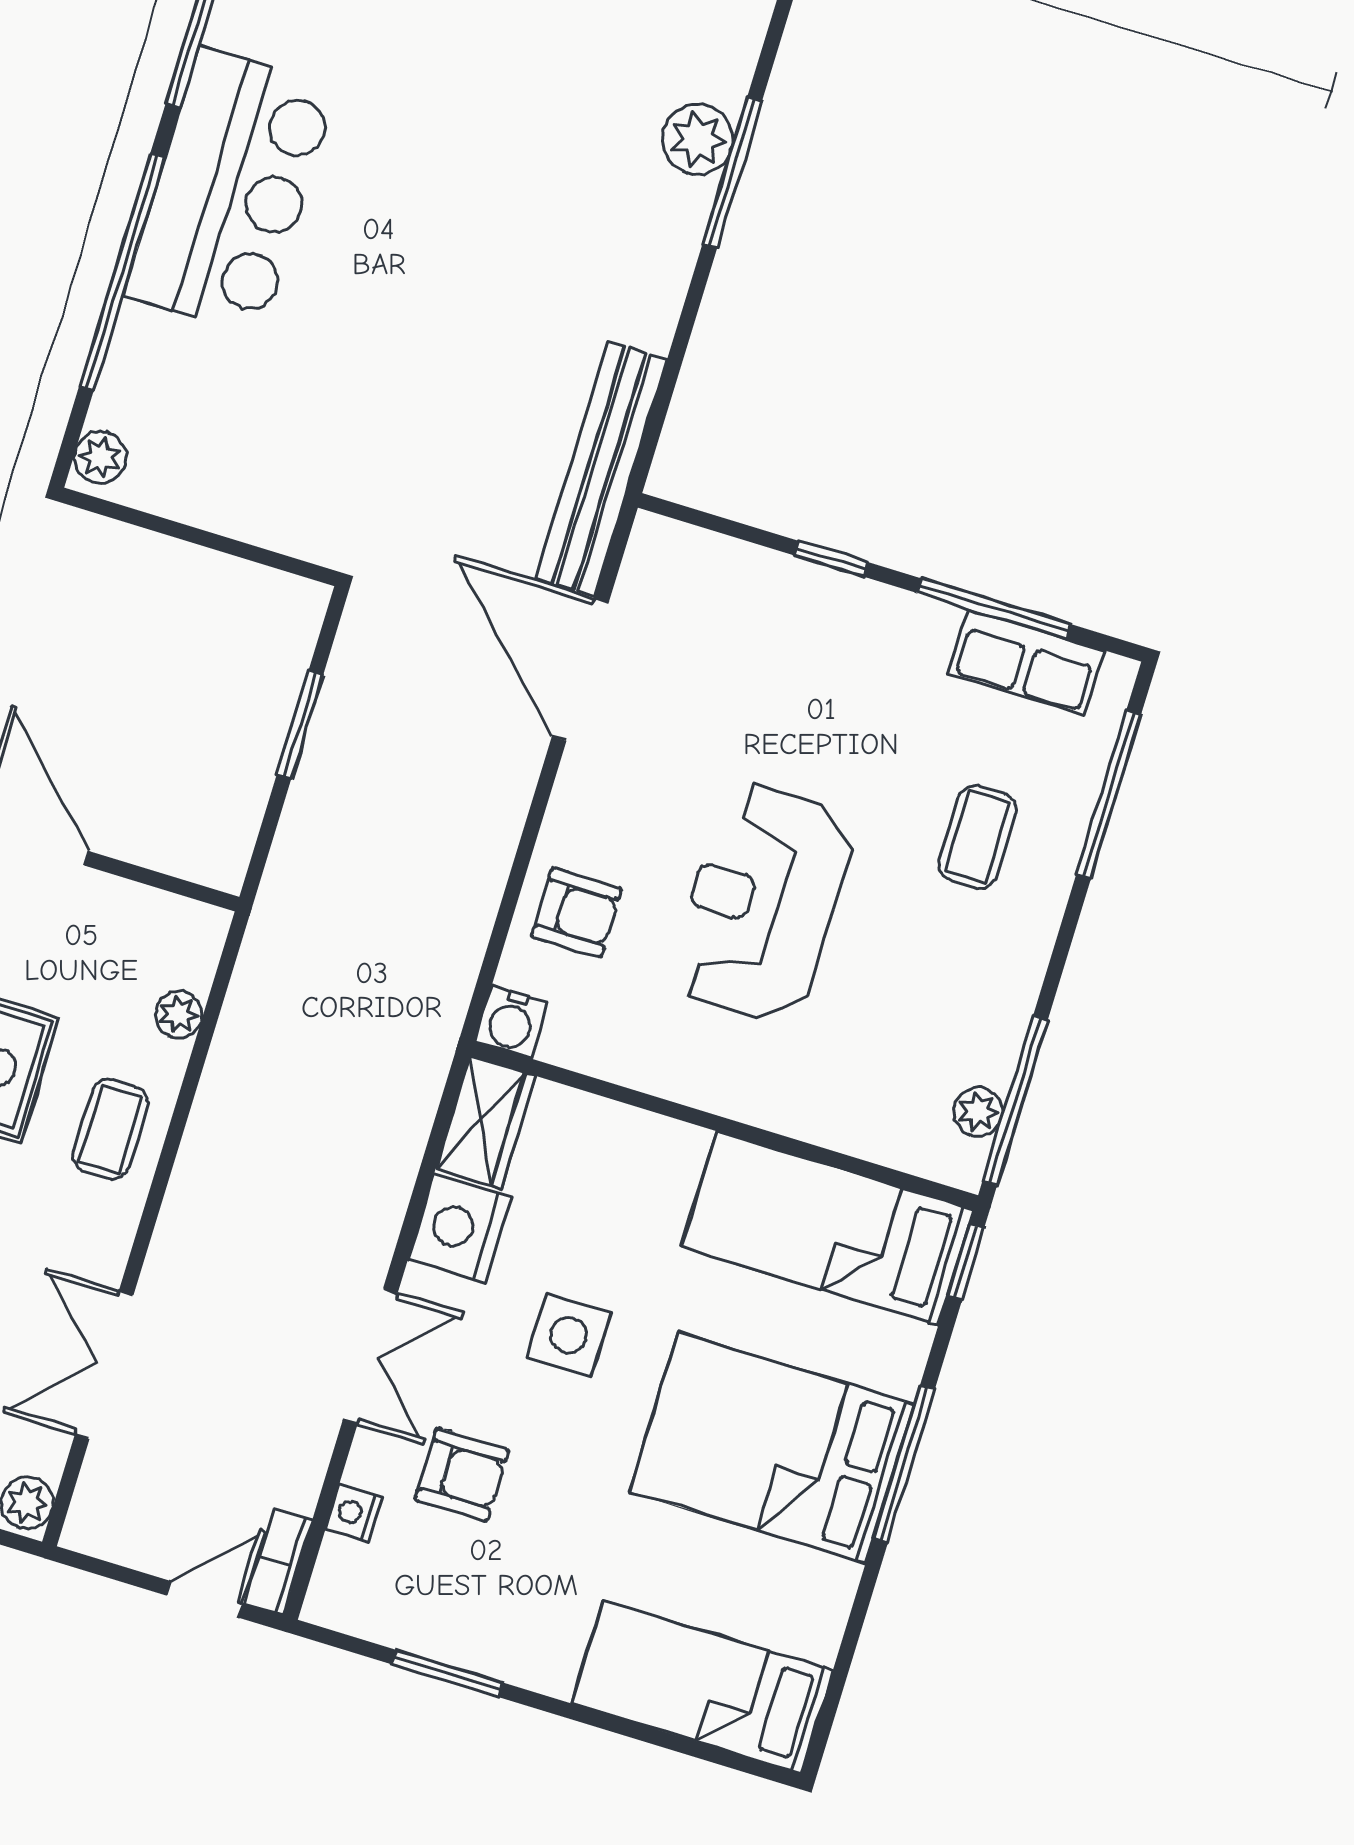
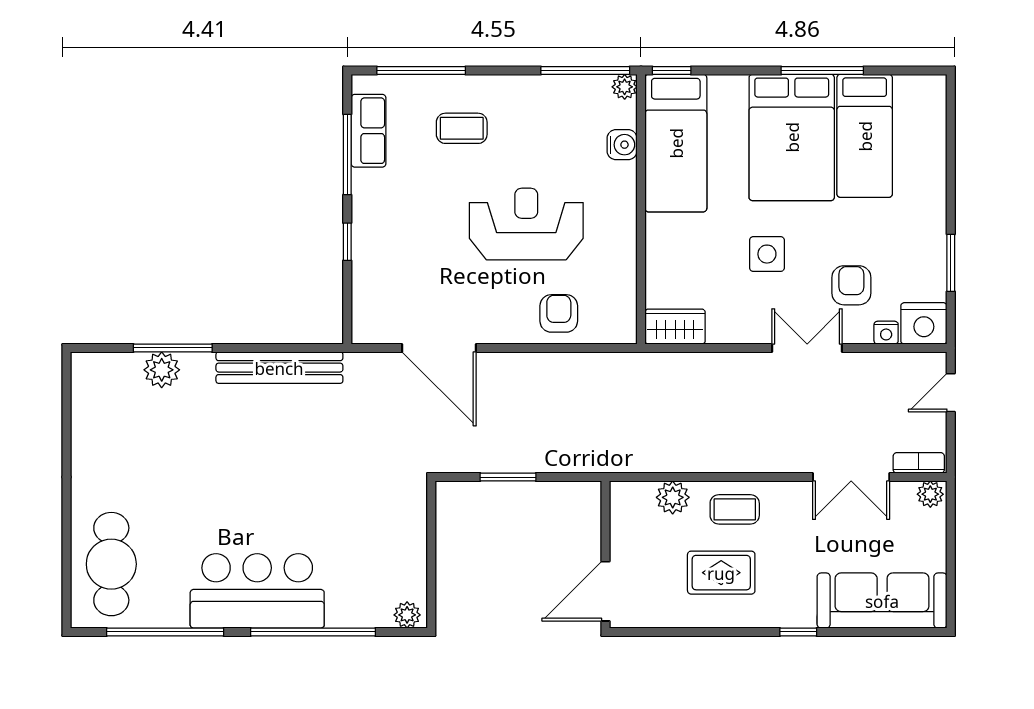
bench: (601, 469) -> (279, 368), moved
door: (580, 670) -> (439, 348), hinge flipped
reception desk: (762, 903) -> (526, 224), turned 180
plant: (179, 1015) -> (673, 497), width x1.38, depth x1.38
water cooler: (511, 1022) -> (622, 145), moved
plant: (978, 1112) -> (625, 87), moved
nightstand: (460, 1228) -> (924, 323), moved
window: (904, 1464) -> (822, 70), moved
bookcase: (279, 1562) -> (919, 463), moved, turned 180
door: (205, 1599) -> (951, 393), hinge flipped
bed: (702, 1687) -> (865, 136), moved

